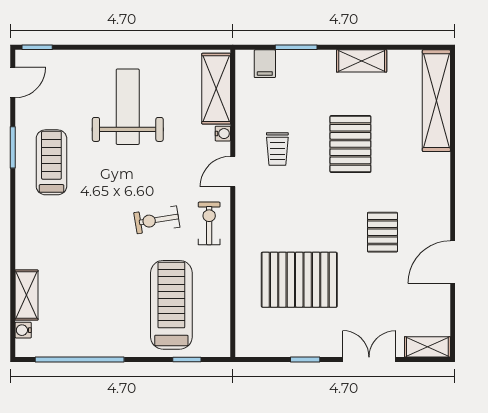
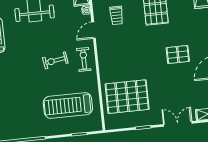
pallet: (382, 232) -> (178, 54), turned 90
pallet: (299, 280) -> (127, 97), moved
treadmill: (171, 305) -> (68, 105), turned -90

